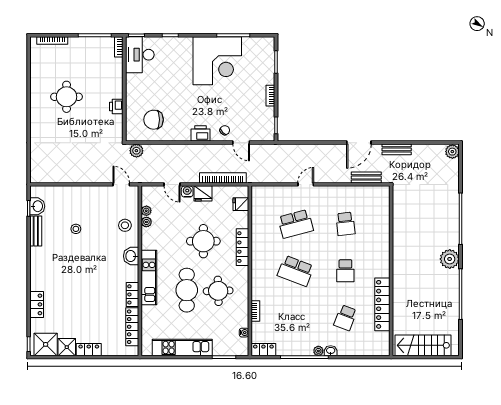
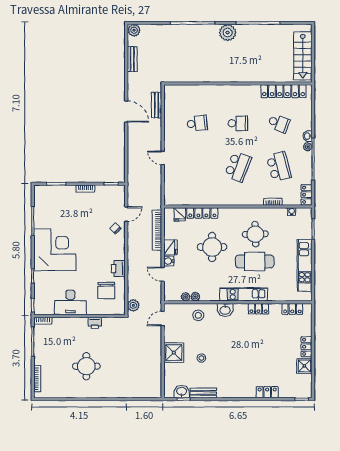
desk: (140, 55) -> (70, 302), moved
corner desk: (217, 61) -> (55, 250), moved
printer: (201, 133) -> (118, 269), moved
bench: (397, 149) -> (132, 59), moved
door: (172, 184) -> (163, 274), swing flipped
school desk: (296, 224) -> (279, 167), moved
locker: (242, 247) -> (202, 213), moved
locker: (382, 304) -> (283, 91), moved
locker: (132, 327) -> (292, 309), width x0.66
shower: (46, 344) -> (174, 353), moved

